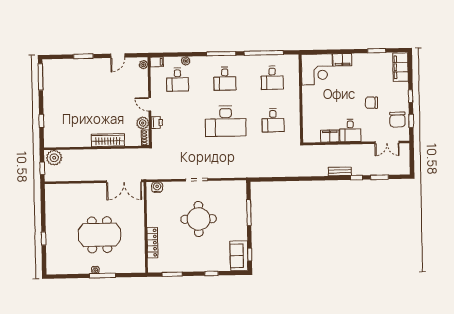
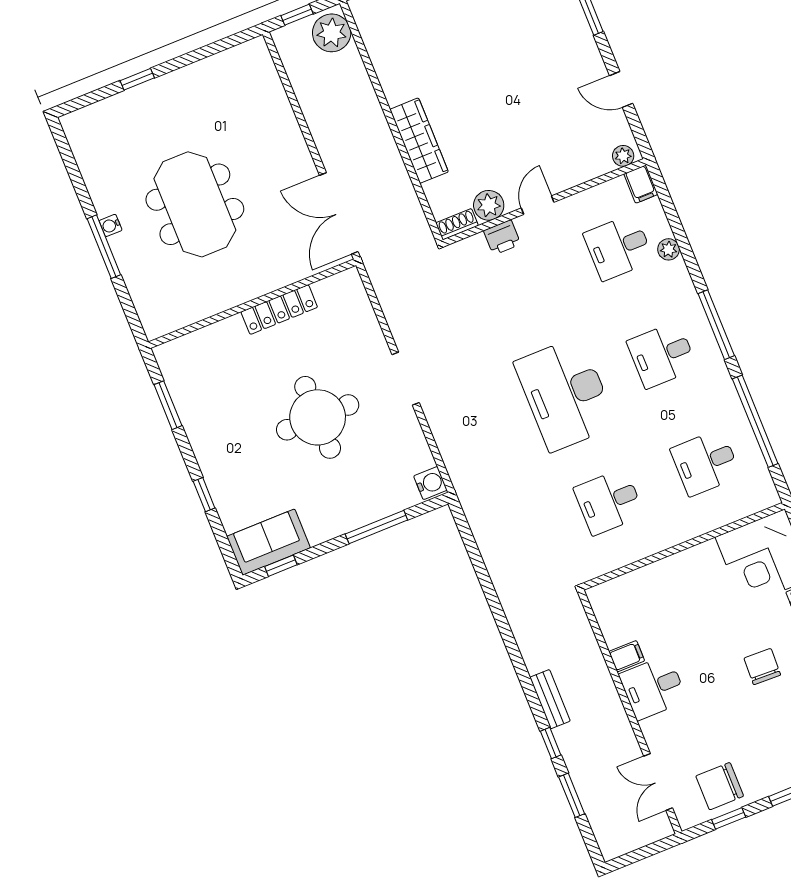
chair: (372, 103) -> (762, 667), moved
filing cabinet: (330, 136) -> (627, 656), width x0.50
water cooler: (157, 187) -> (430, 483), moved
locker: (152, 243) -> (279, 310), moved

